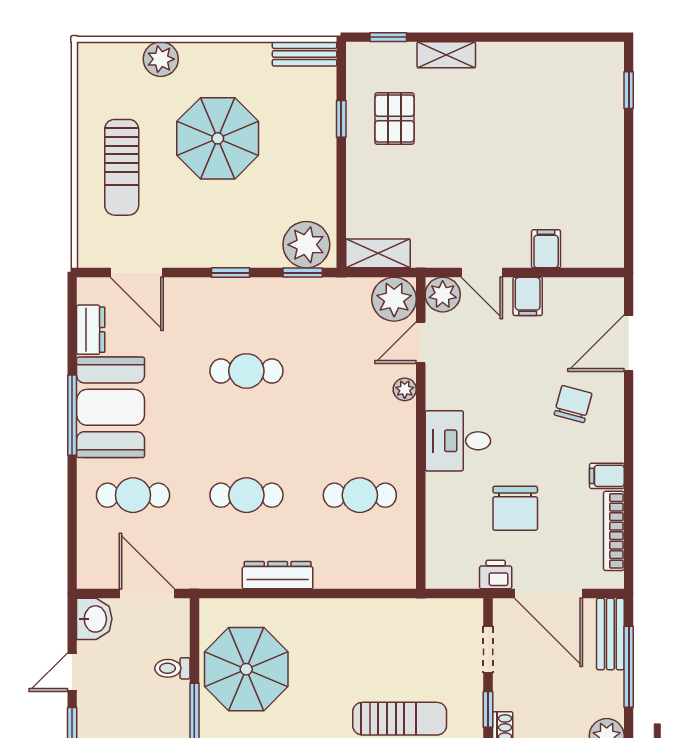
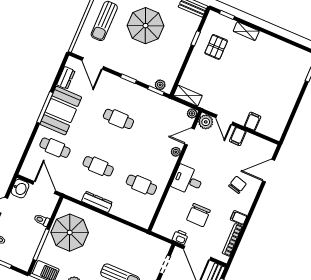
plant: (306, 245) -> (160, 85), width x0.53, depth x0.53
plant: (394, 299) -> (192, 113), width x0.53, depth x0.53

